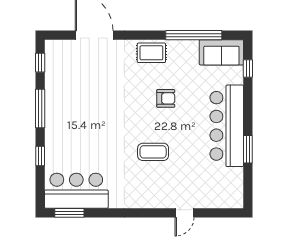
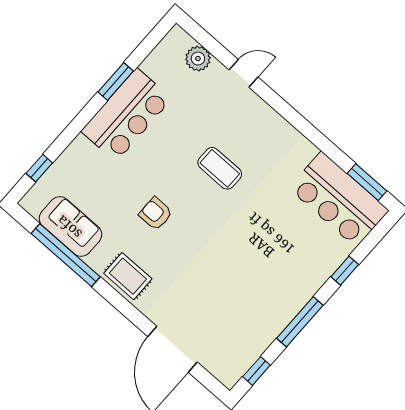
sofa: (221, 52) -> (70, 226), moved
bar counter: (227, 126) -> (126, 115), width x0.73
plant: (215, 199) -> (198, 59), added

